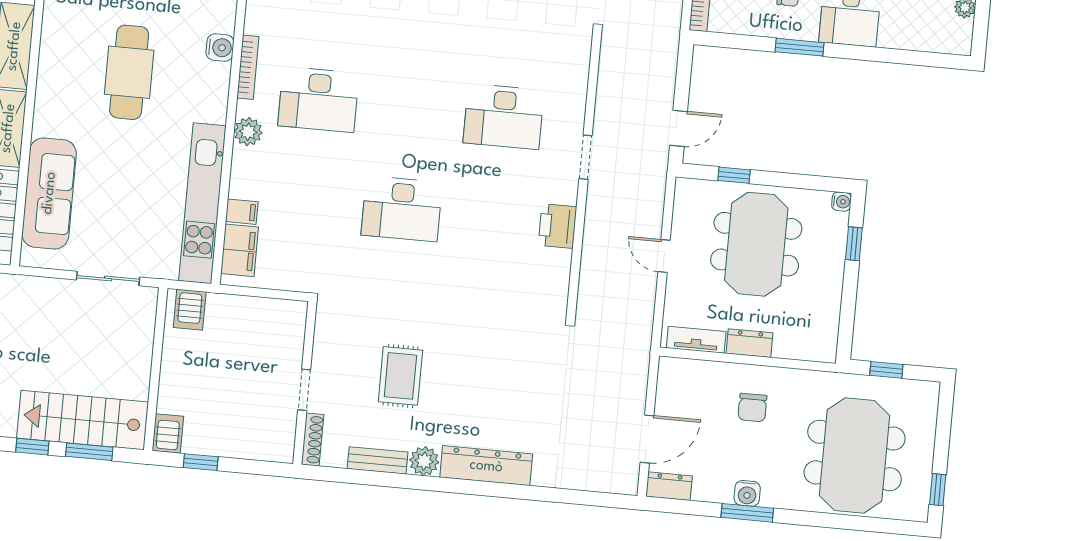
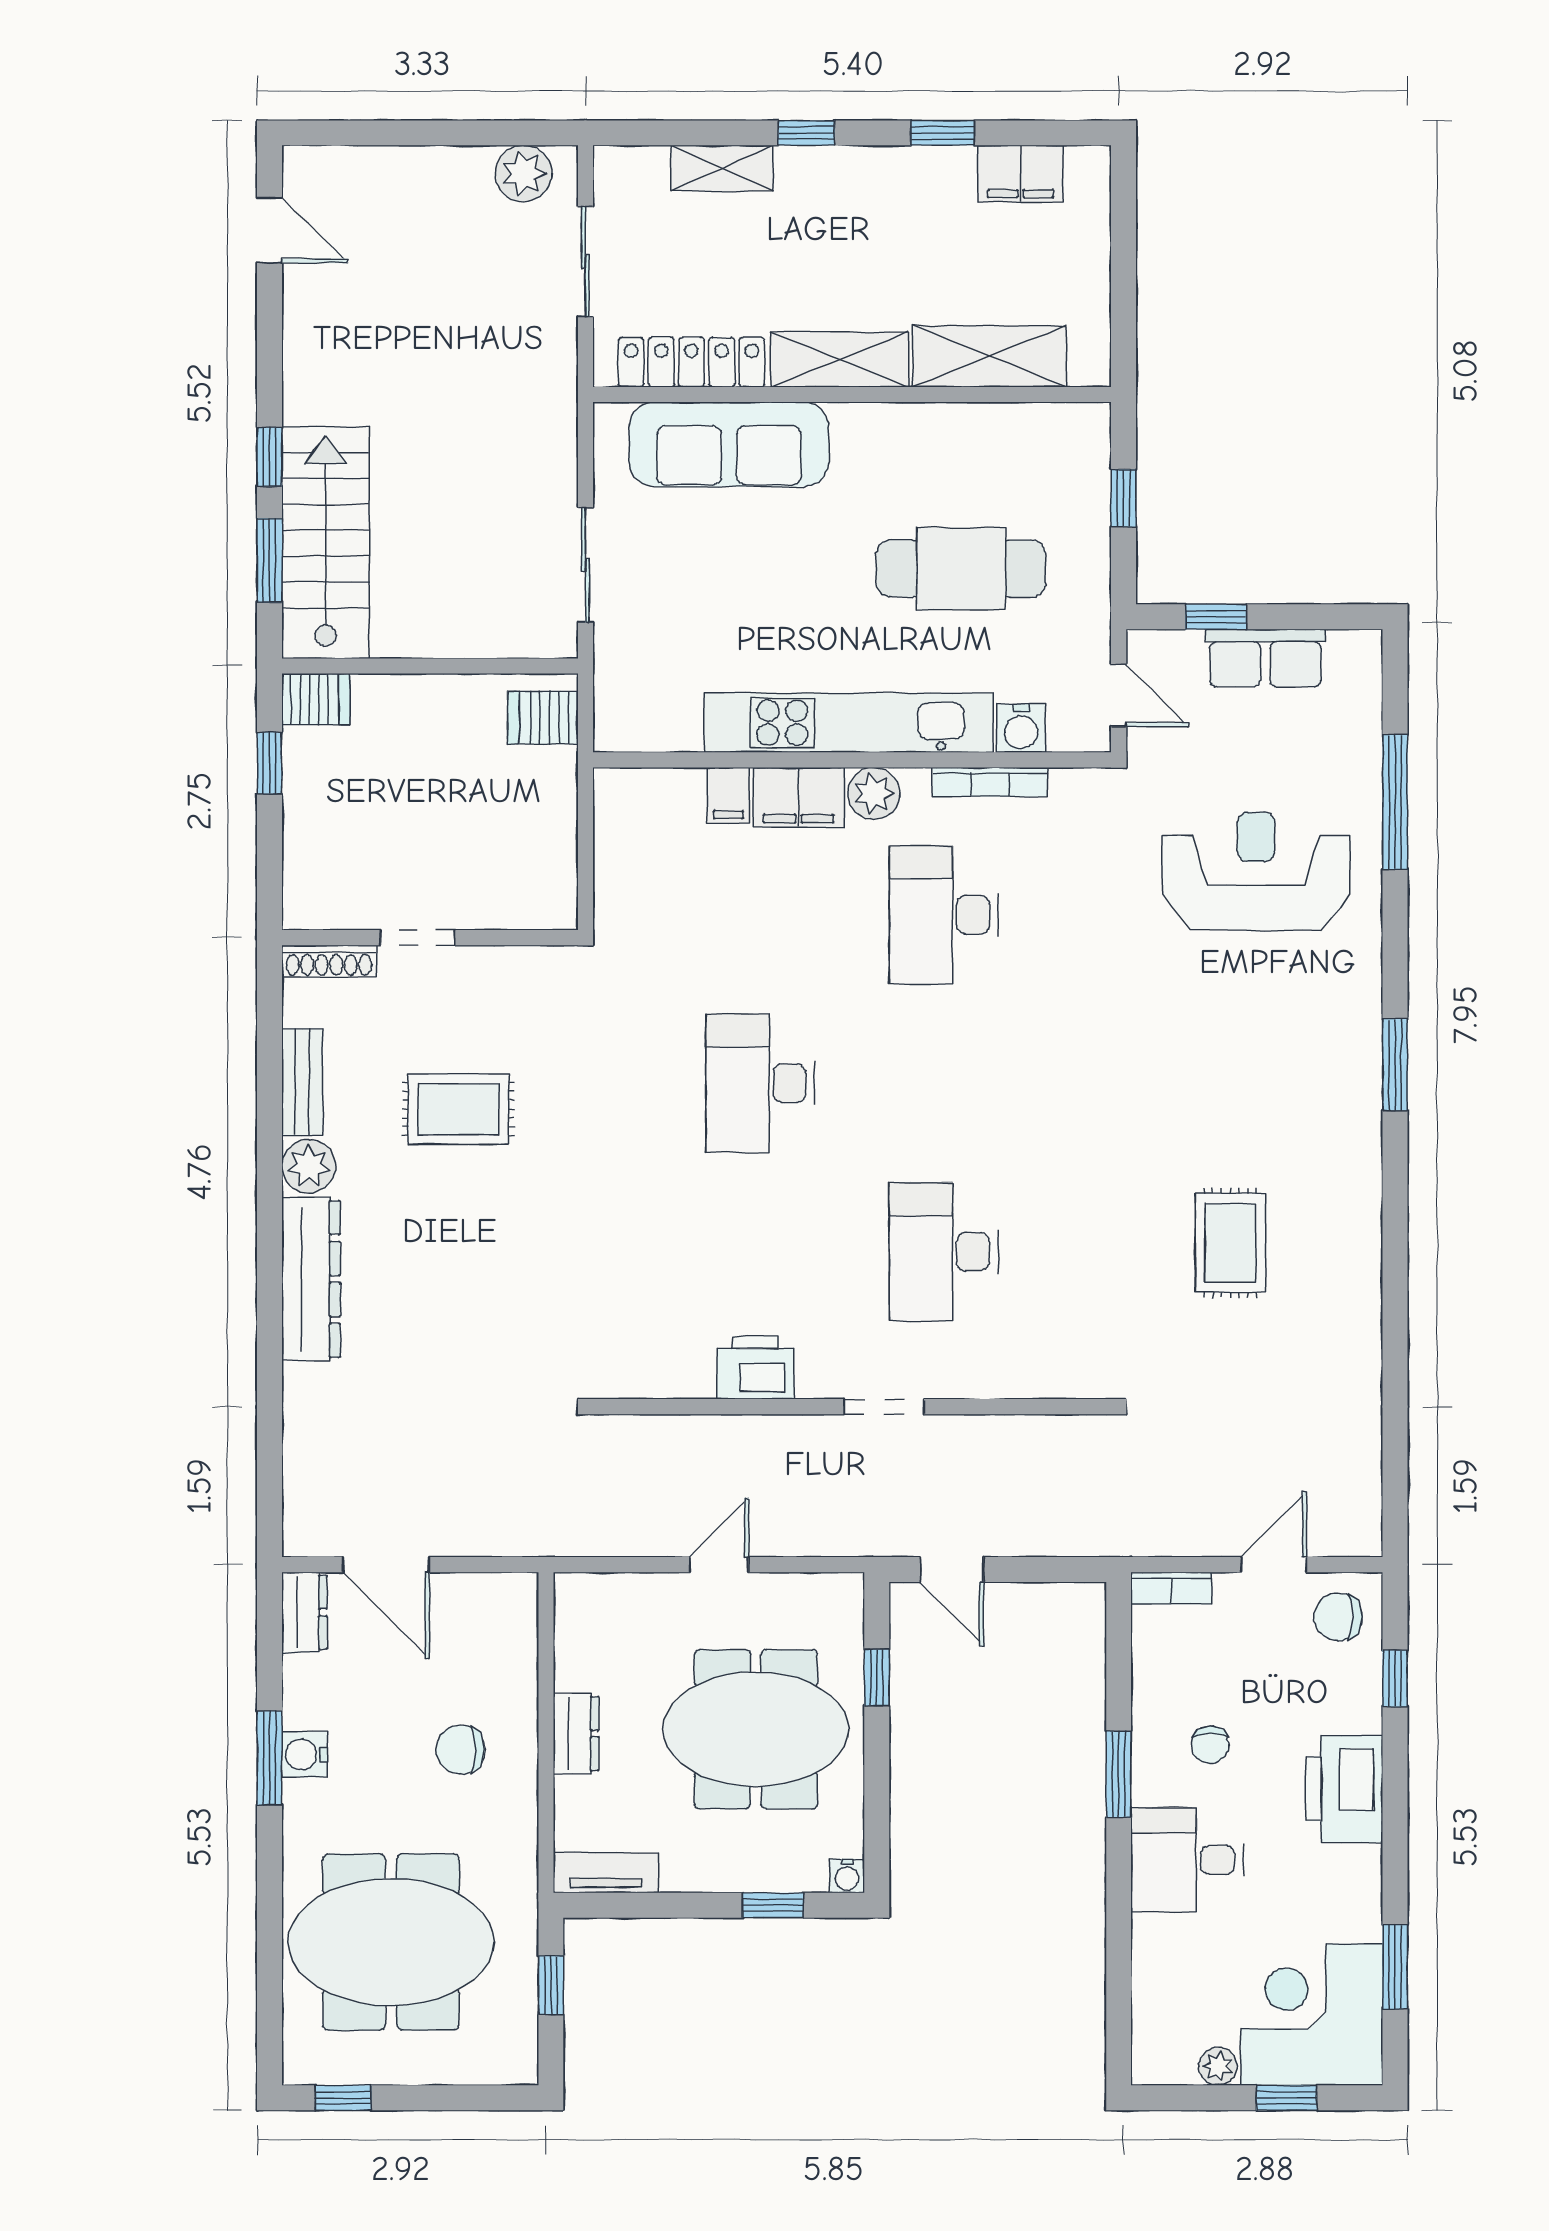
kitchen unit: (202, 203) -> (849, 723), moved
filing cabinet: (239, 250) -> (799, 798), moved
tv unit: (696, 340) -> (606, 1873), moved, turned -90

